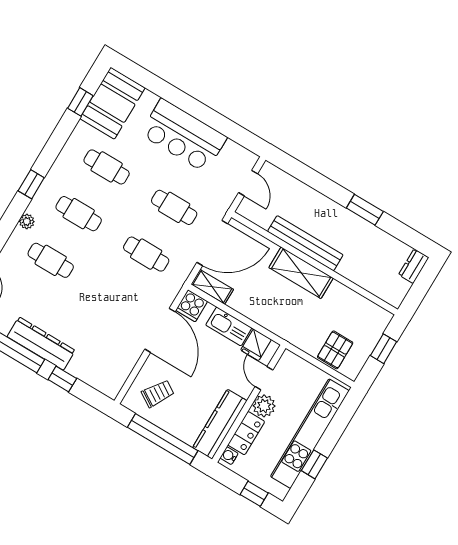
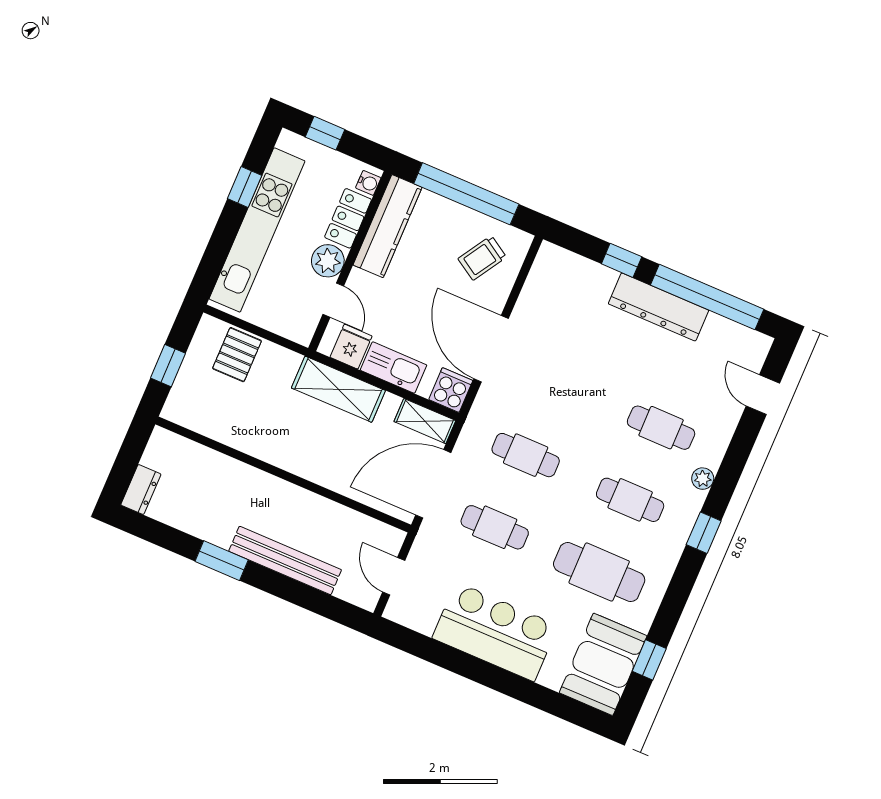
cafe table: (107, 167) -> (599, 572), width x1.37, depth x1.35
bench: (305, 243) -> (285, 560), moved
shelving: (301, 273) -> (338, 389), moved

